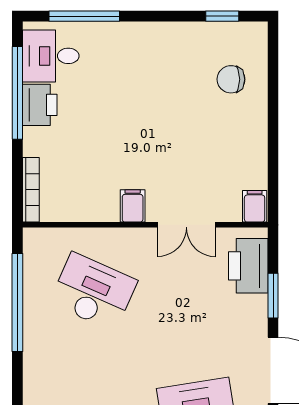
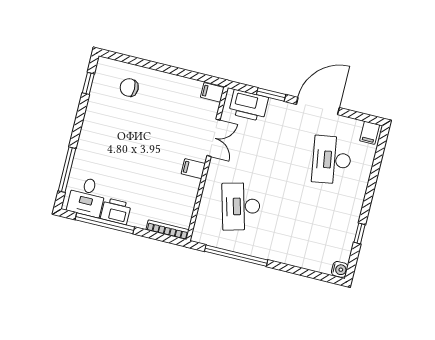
chair: (231, 79) -> (129, 88), turned 90
desk: (93, 292) -> (241, 206), turned -39

